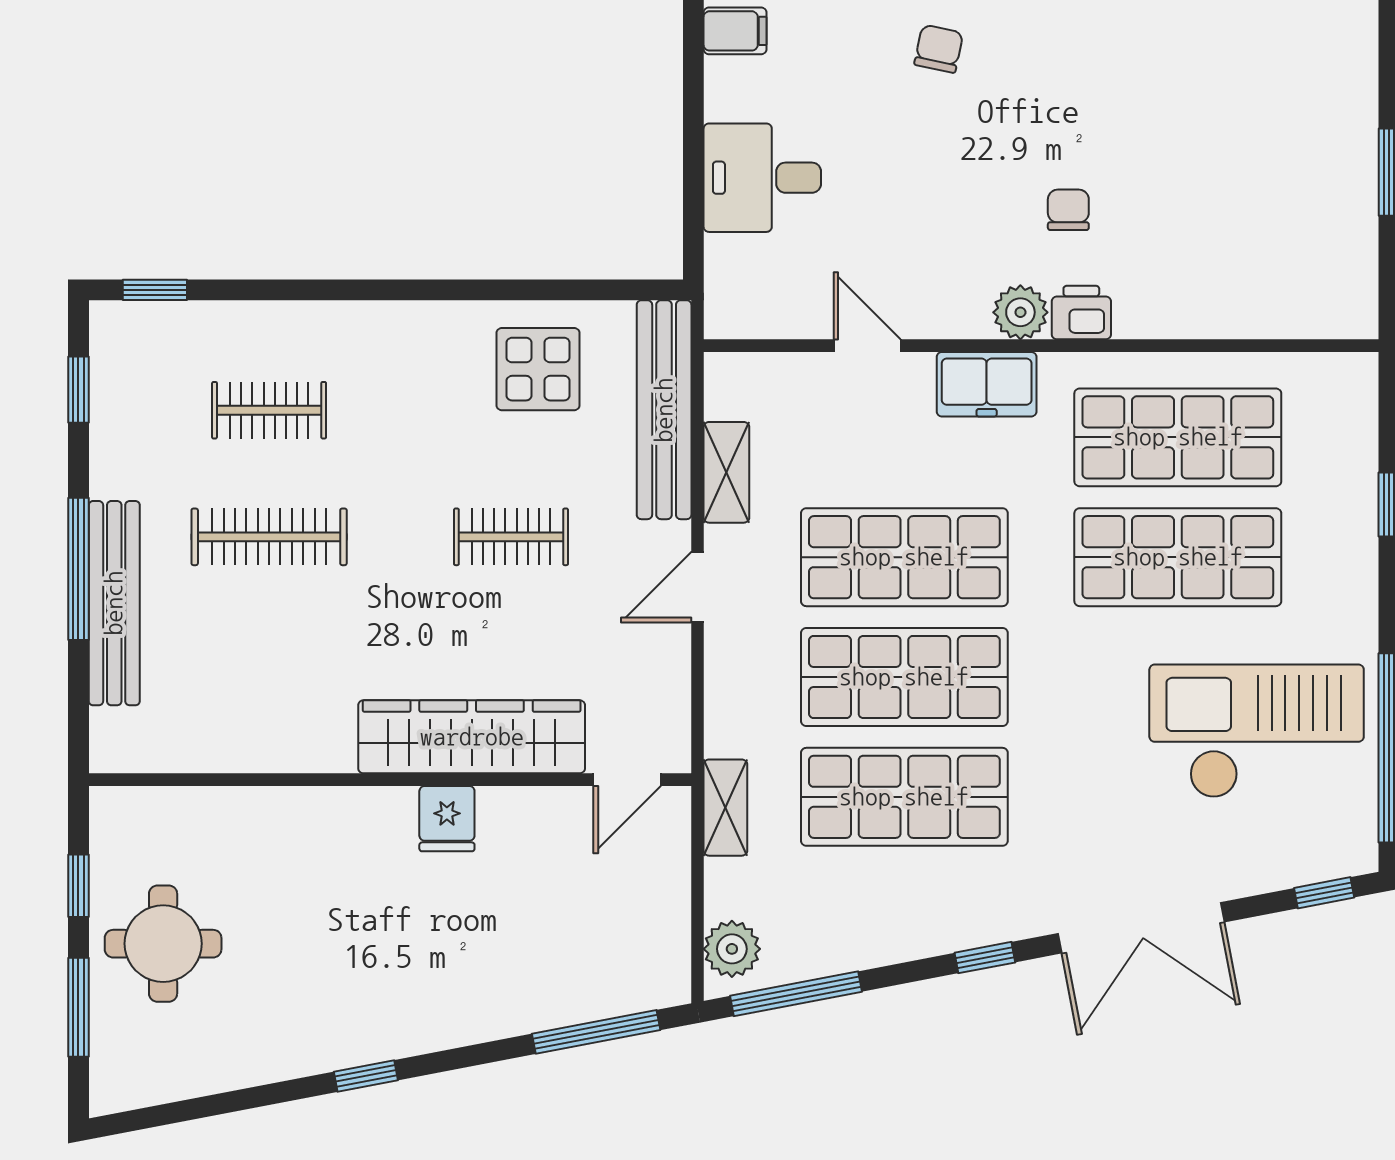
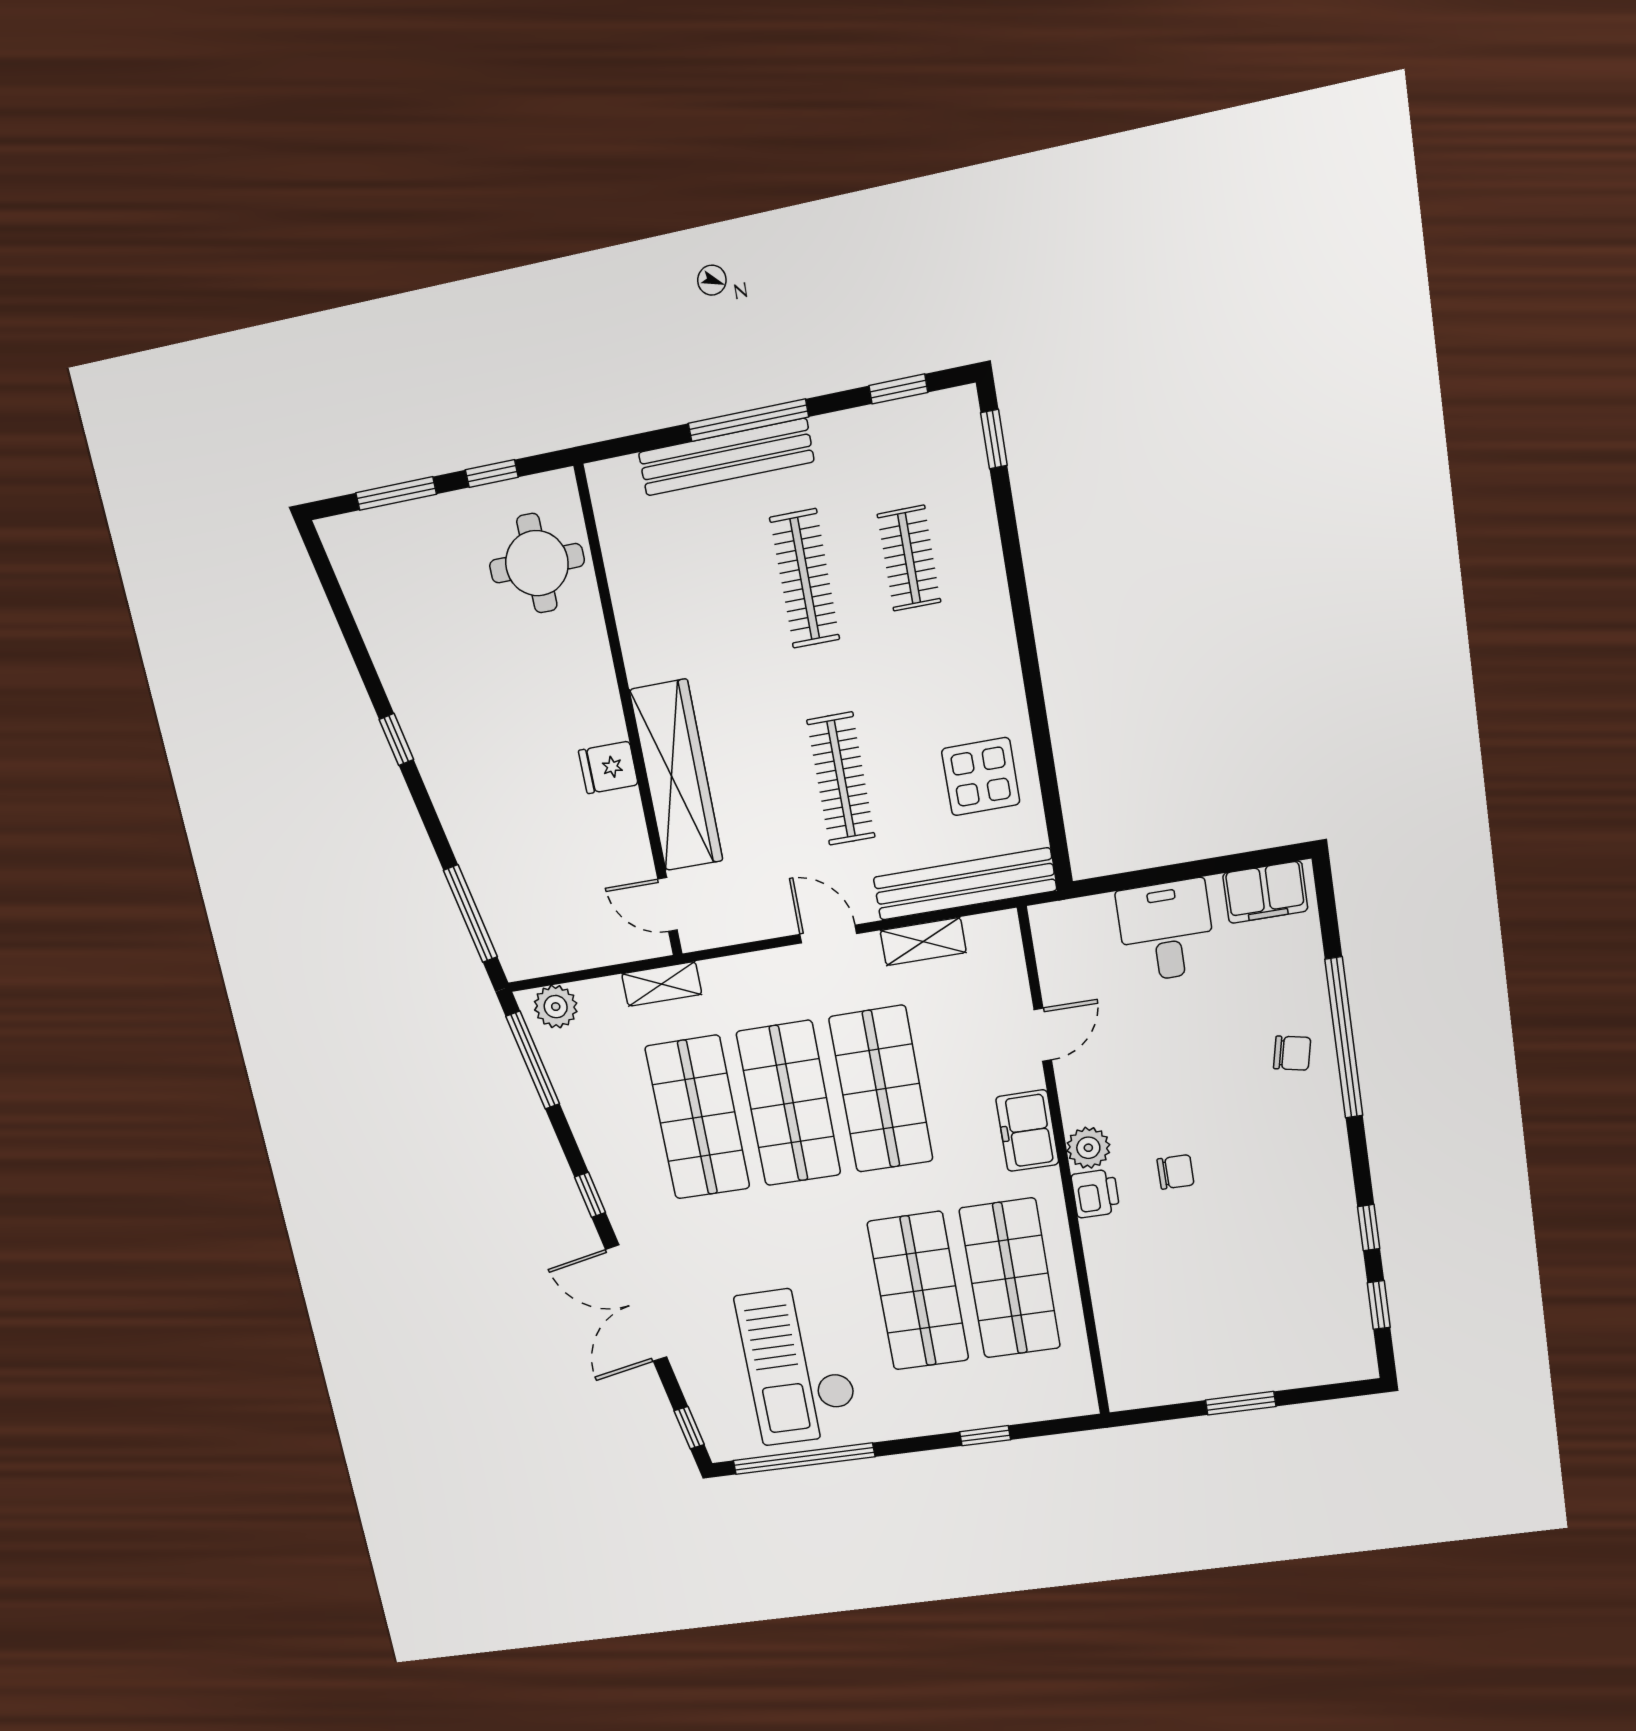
filing cabinet: (735, 31) -> (1265, 892), width x2.00
clothes rail: (511, 537) -> (841, 779), width x1.36
checkout: (1257, 731) -> (798, 1365), turned 180
round table: (163, 944) -> (537, 563), moved

